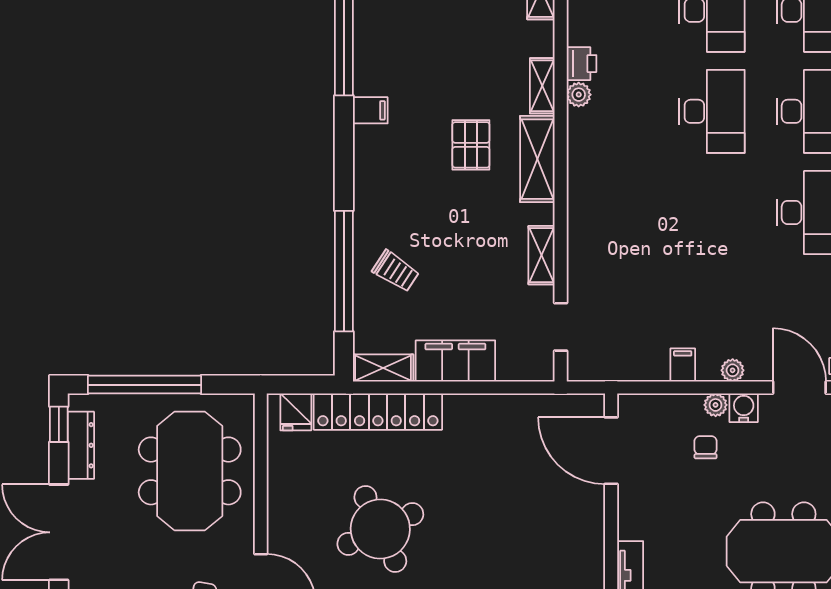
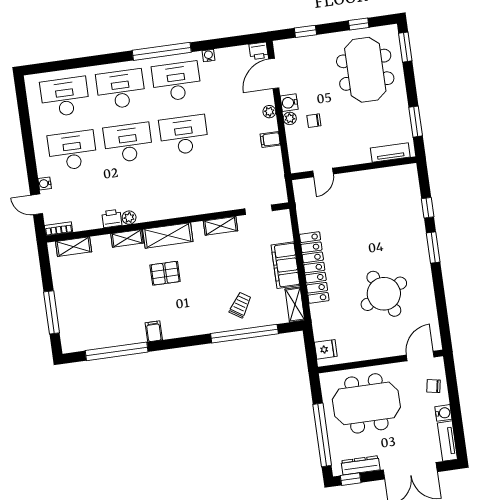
desk: (712, 212) -> (184, 135), added
locker: (378, 412) -> (314, 268), moved
door: (611, 451) -> (323, 172), width x0.53

